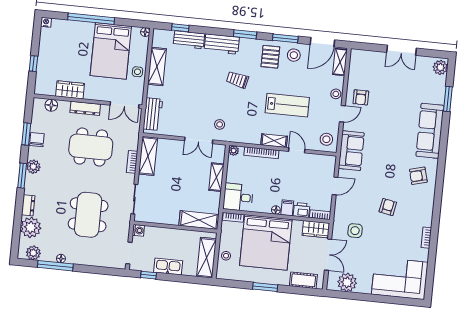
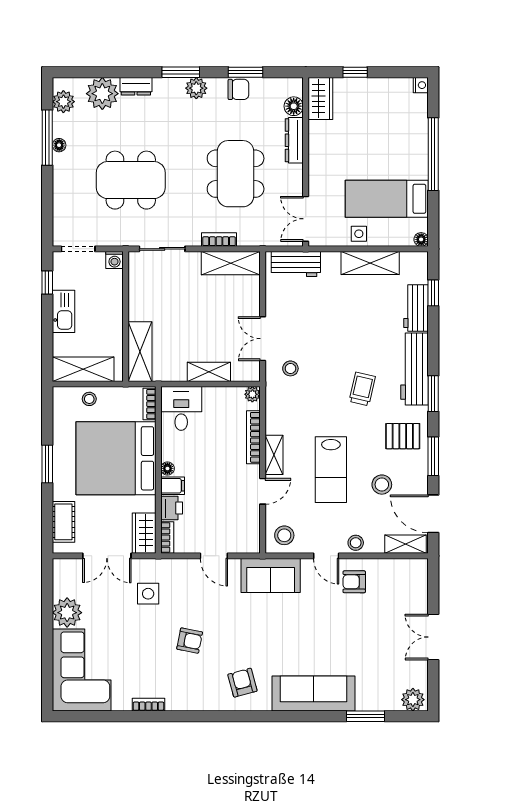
workbench: (222, 44) -> (415, 369), width x1.38
bed: (111, 51) -> (387, 199), width x0.67
stool: (294, 55) -> (382, 485), moved
wardrobe: (70, 90) -> (320, 99), moved
dresser: (85, 108) -> (294, 140), moved
plant: (347, 282) -> (67, 613), moved

